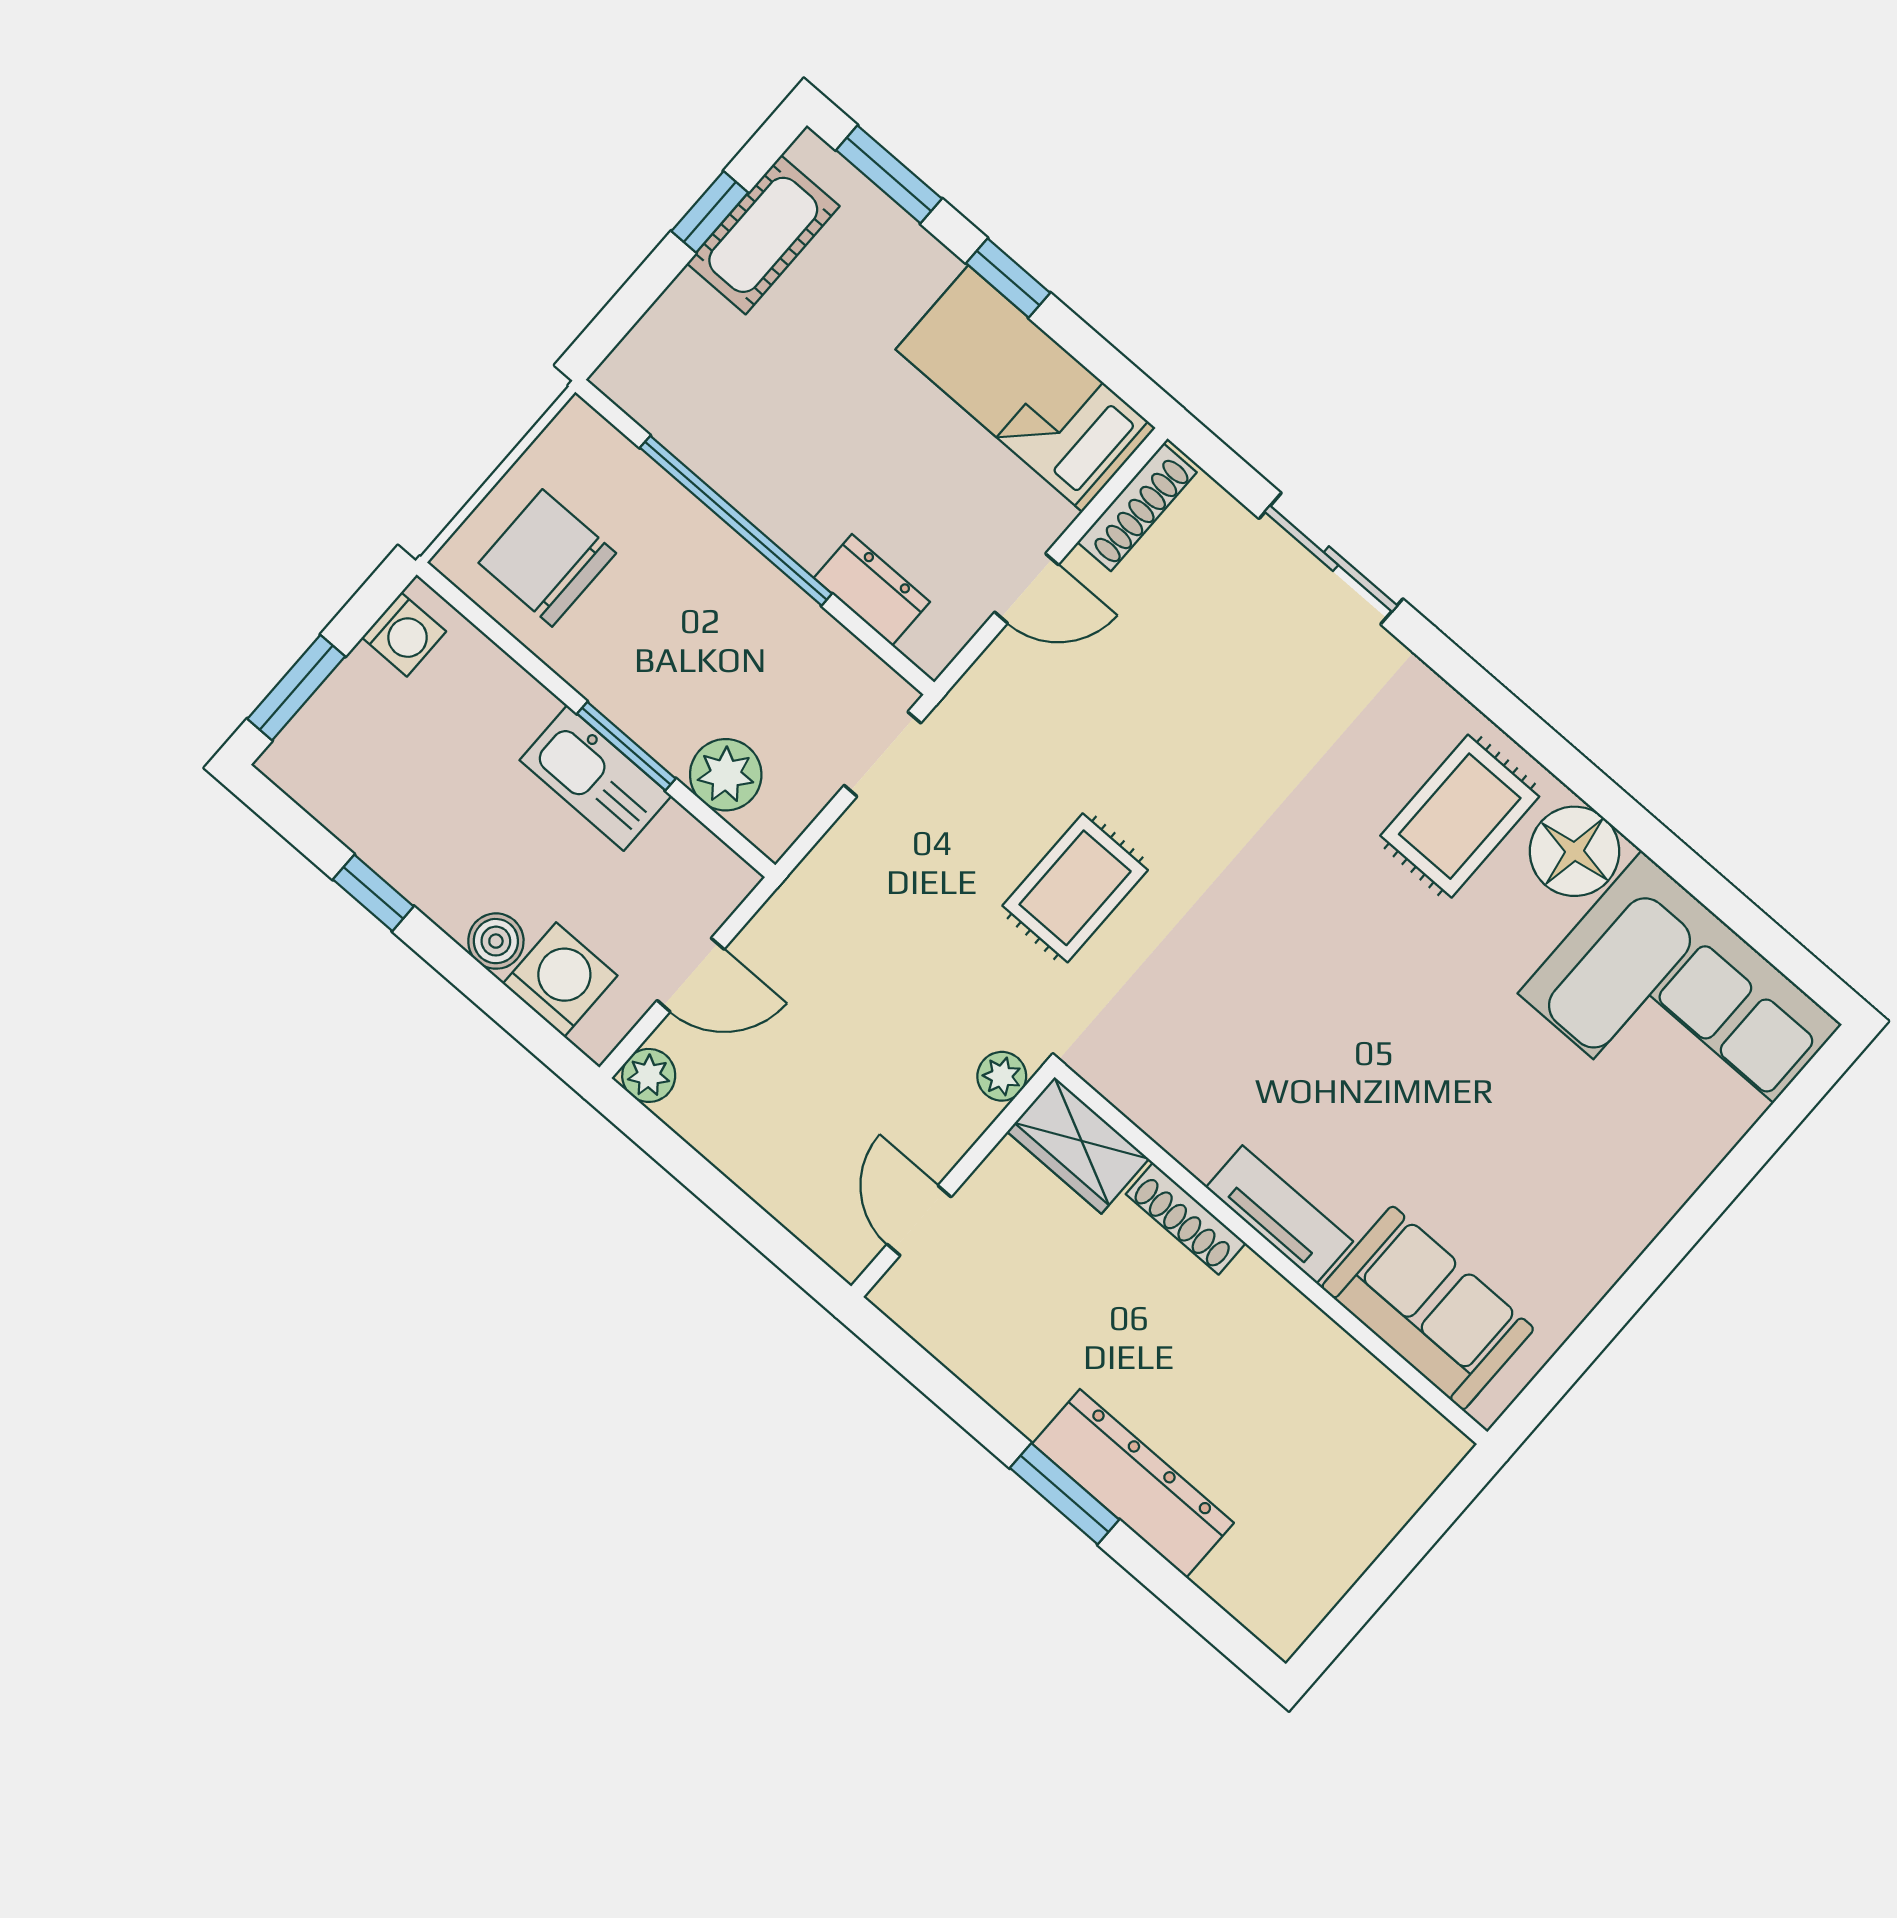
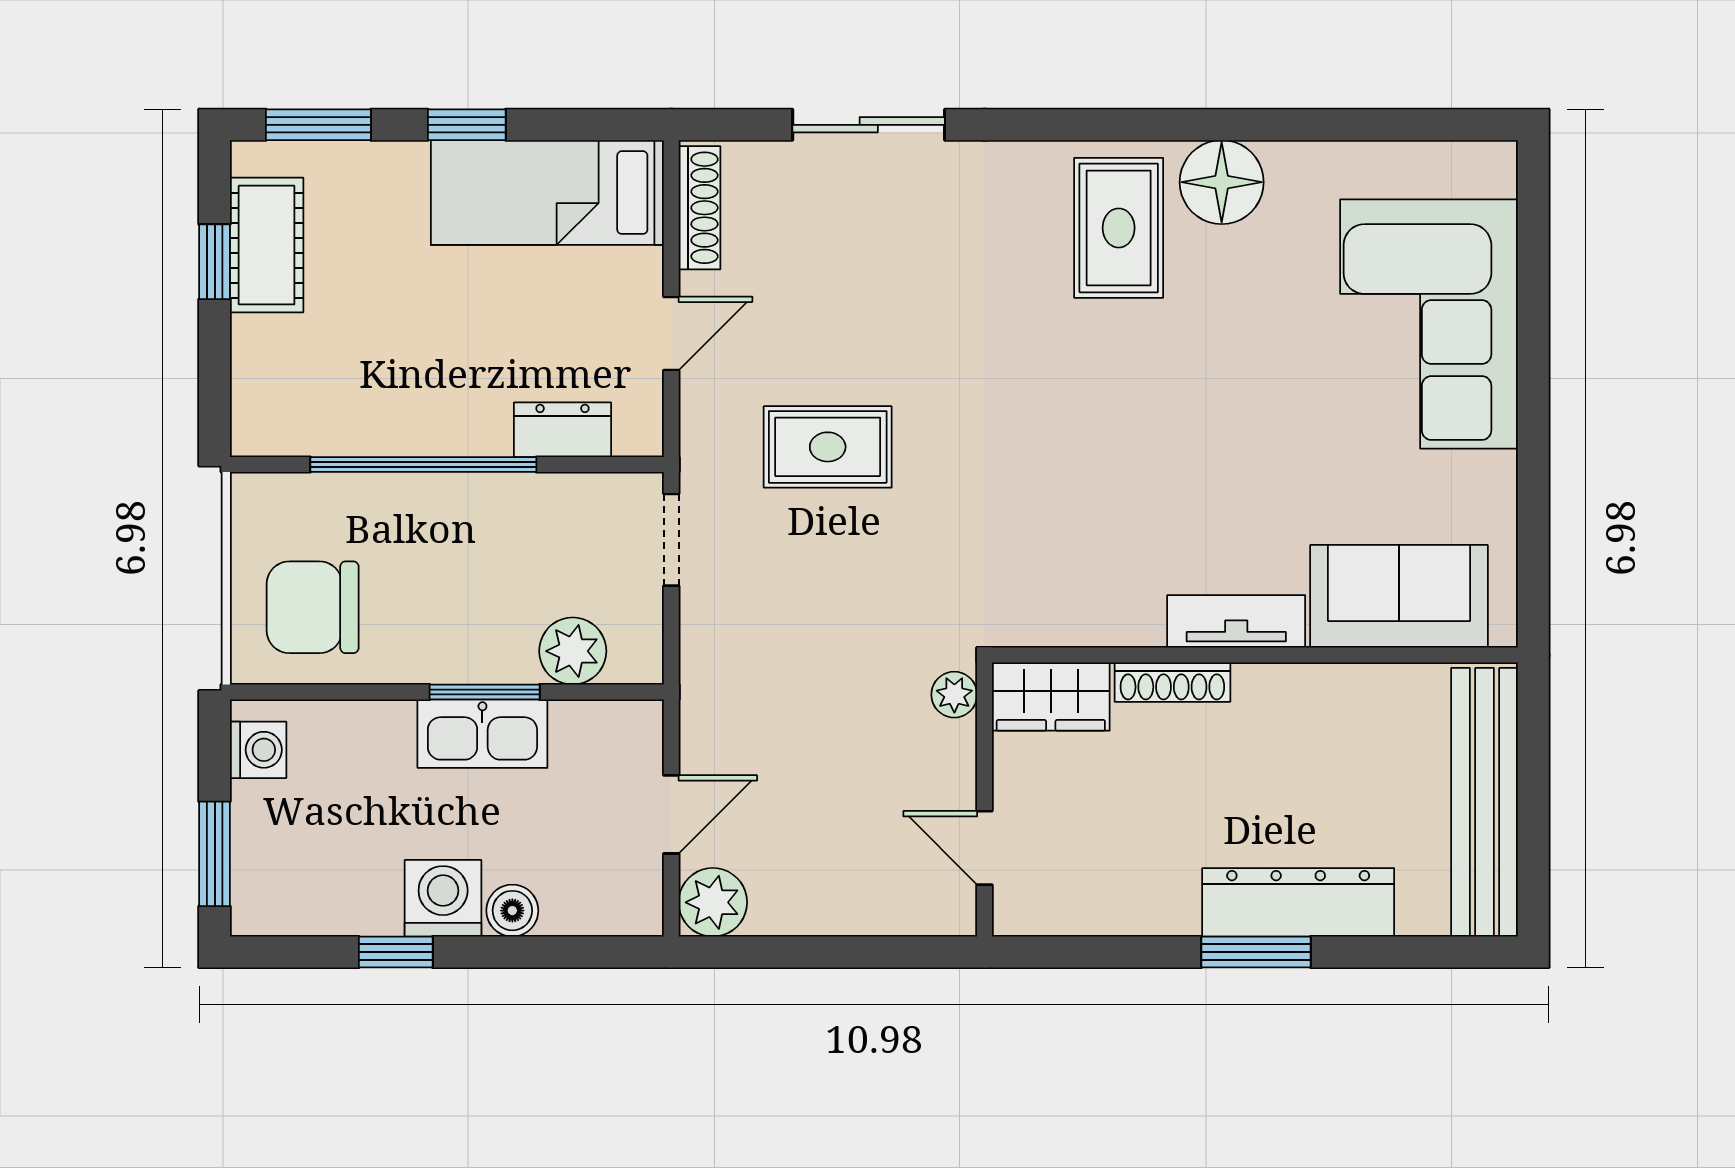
rug: (1075, 888) -> (828, 447), moved, turned 90
washing machine: (560, 980) -> (443, 898), moved
corner sofa: (1680, 1009) -> (1429, 324), moved, turned 90
plant: (649, 1075) -> (713, 902), width x1.38, depth x1.38
bench: (1353, 1533) -> (1485, 802), added

